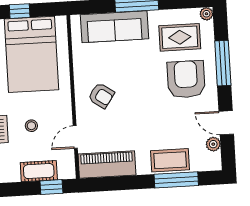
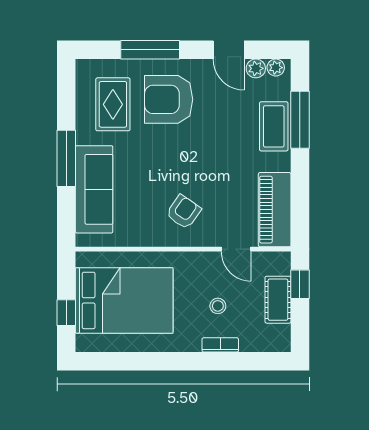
plant: (206, 14) -> (276, 68), moved
door: (226, 123) -> (229, 50), hinge flipped

